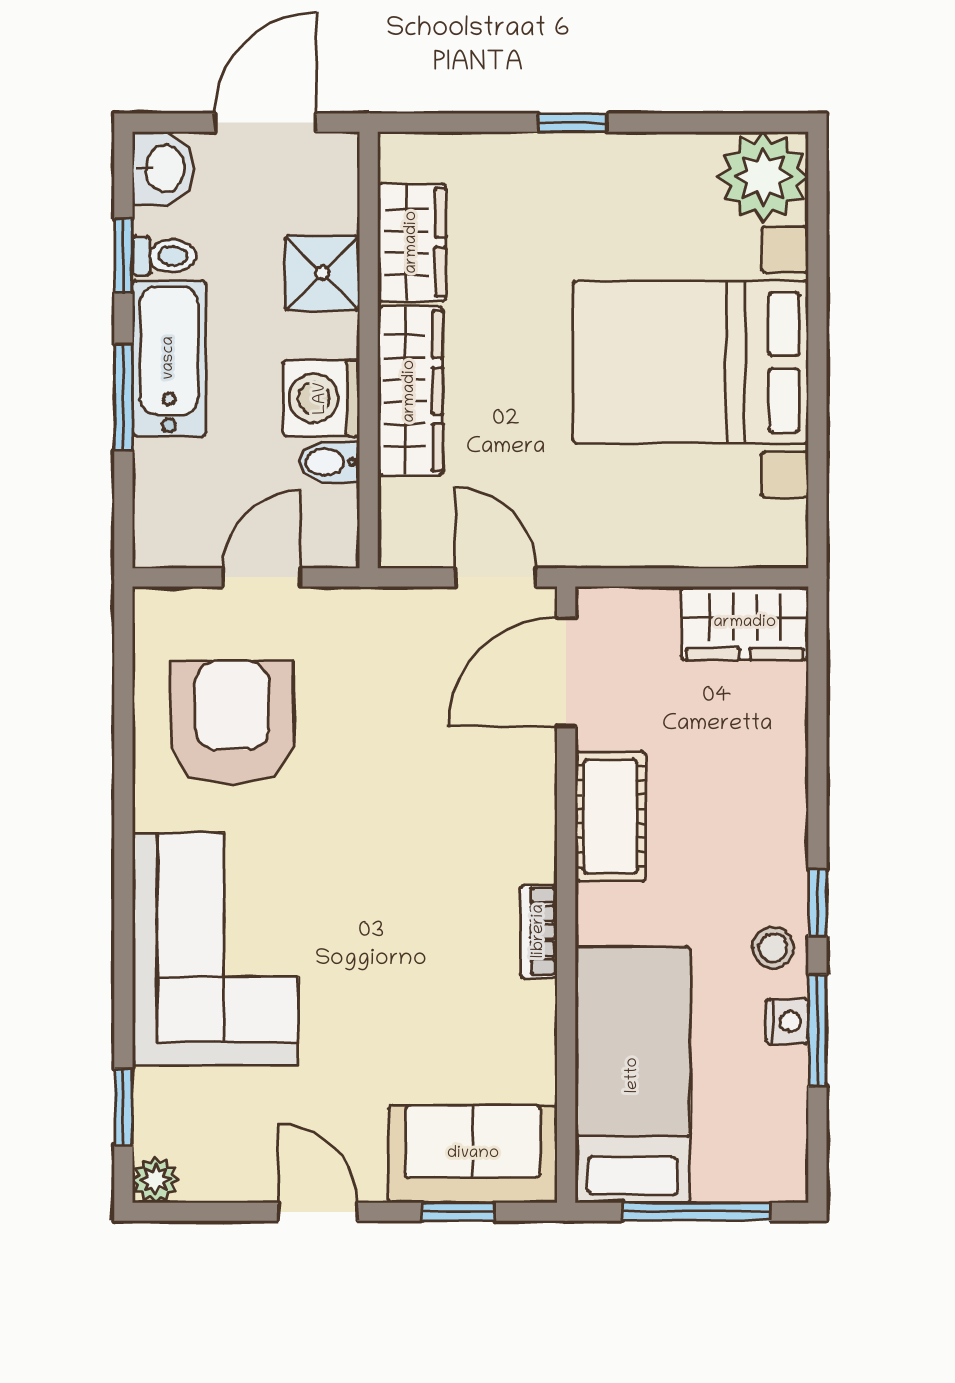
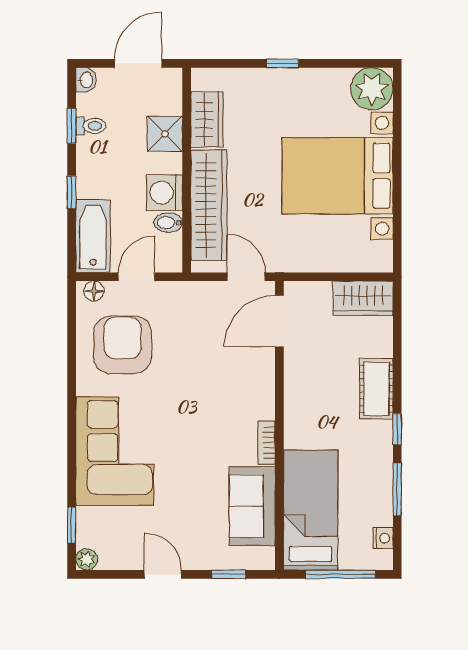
washbasin: (163, 168) -> (86, 80), width x0.72, depth x0.69
bathtub: (169, 358) -> (93, 236), moved
wardrobe: (410, 391) -> (209, 205), width x1.40, depth x1.17
window: (123, 397) -> (72, 192), width x0.67
floor lamp: (171, 608) -> (94, 291), added
cot: (610, 816) -> (376, 389), moved
stool: (773, 947) -> (376, 450), removed
nightstand: (787, 1021) -> (383, 538), moved
sofa: (473, 1154) -> (252, 506), moved, turned -90

